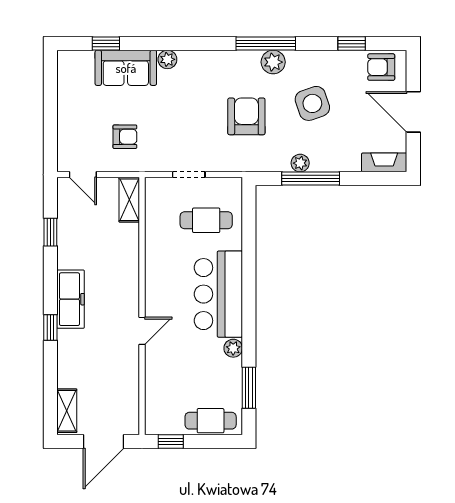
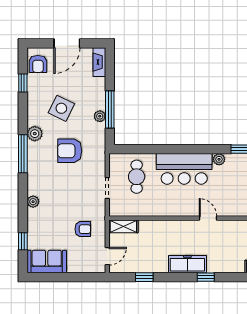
window: (266, 44) -> (23, 154), moved
sofa: (126, 68) -> (47, 261), moved, turned -90
side table: (312, 103) -> (61, 108), turned 45
armchair: (125, 137) -> (83, 229), turned 90

